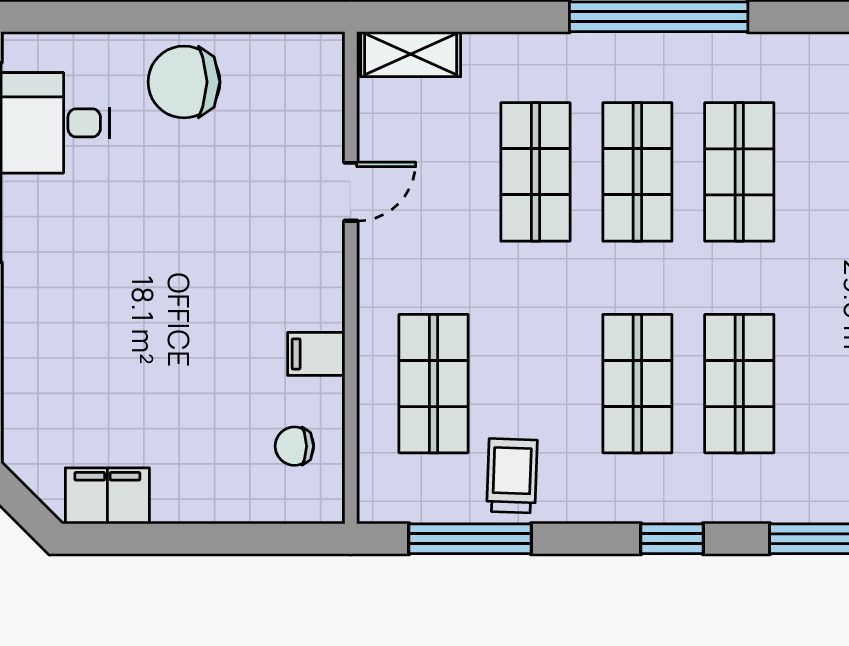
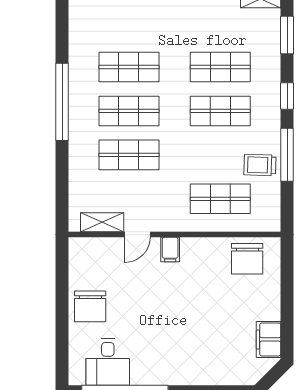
shelving: (411, 54) -> (102, 222), moved, turned 90
door: (351, 192) -> (137, 235), swing flipped
filing cabinet: (316, 354) -> (170, 249), moved
chair: (294, 446) -> (247, 259), width x1.87, depth x1.87
window: (470, 539) -> (287, 155), moved

